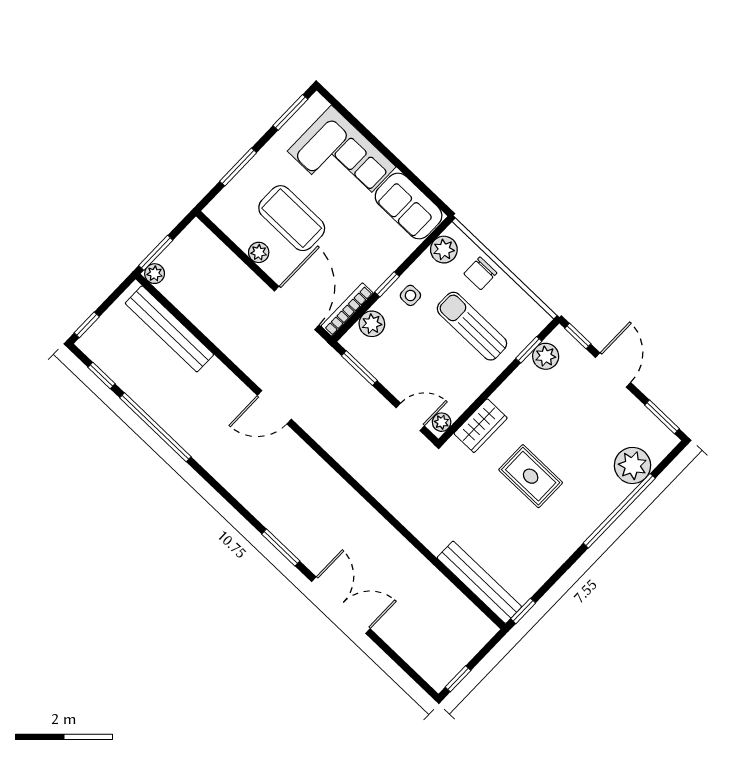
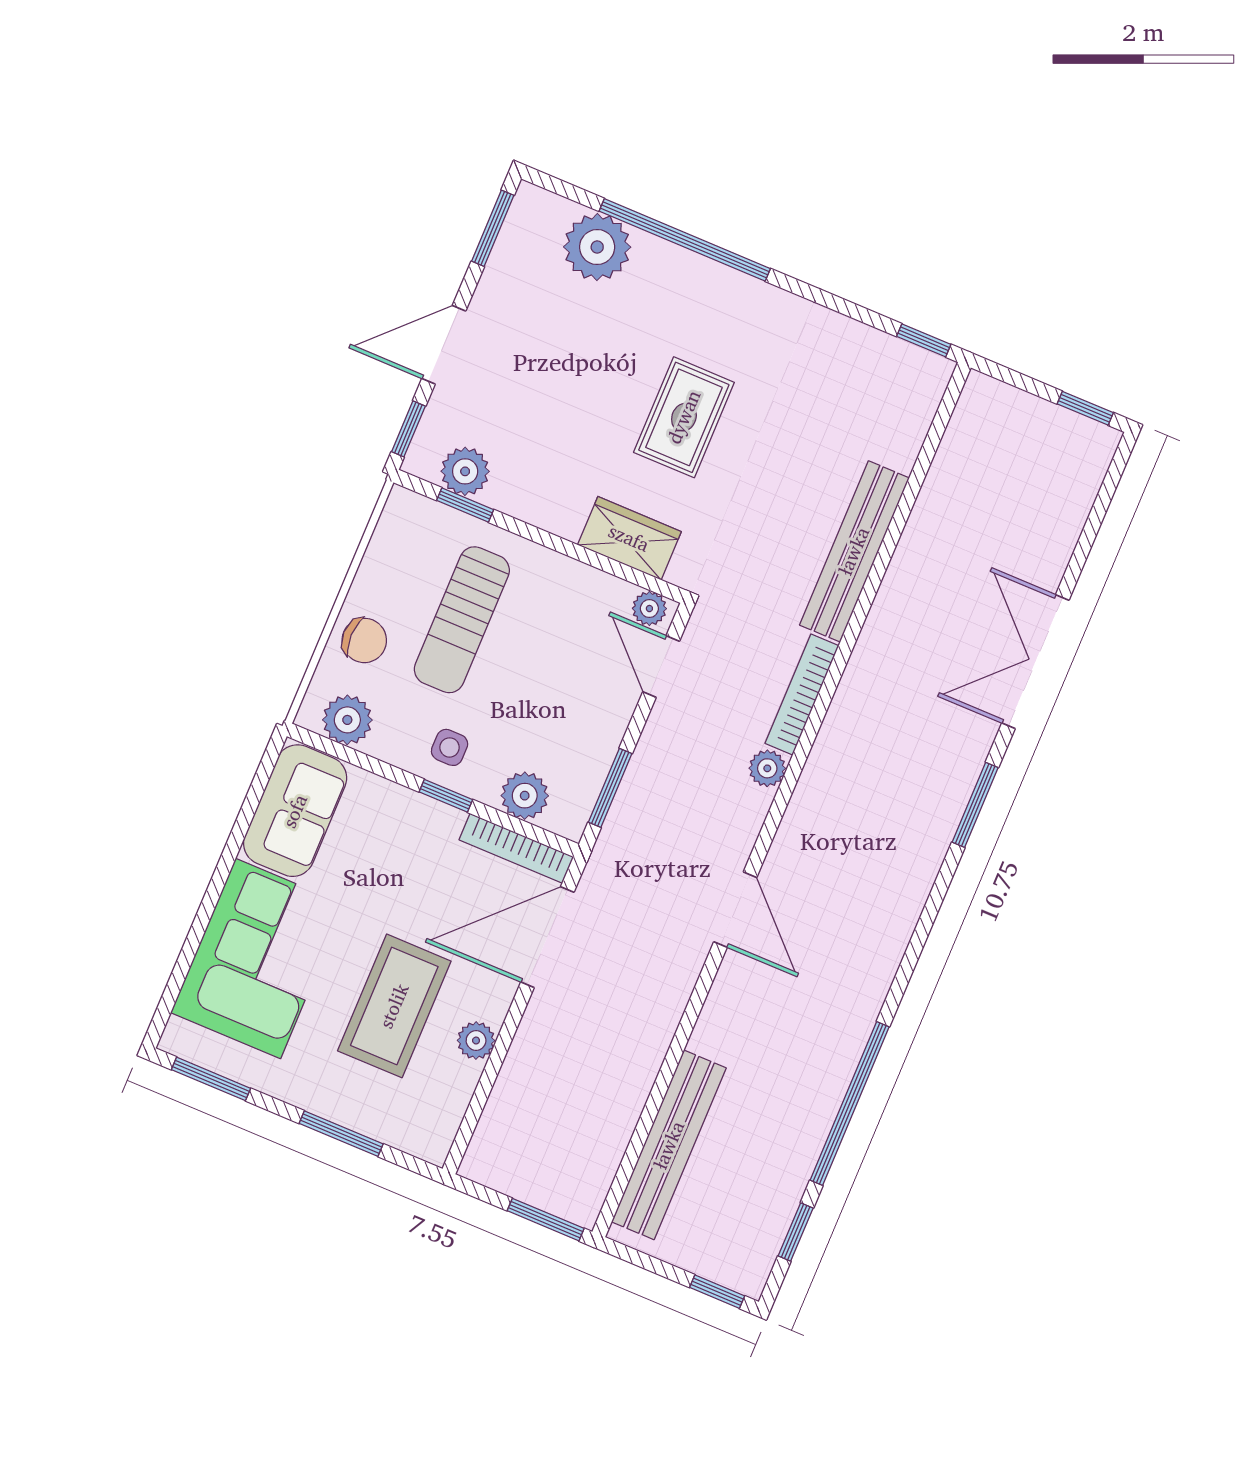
plant: (155, 274) -> (767, 768), moved
bookcase: (369, 482) -> (802, 694), added
bench: (479, 582) -> (854, 551), moved

